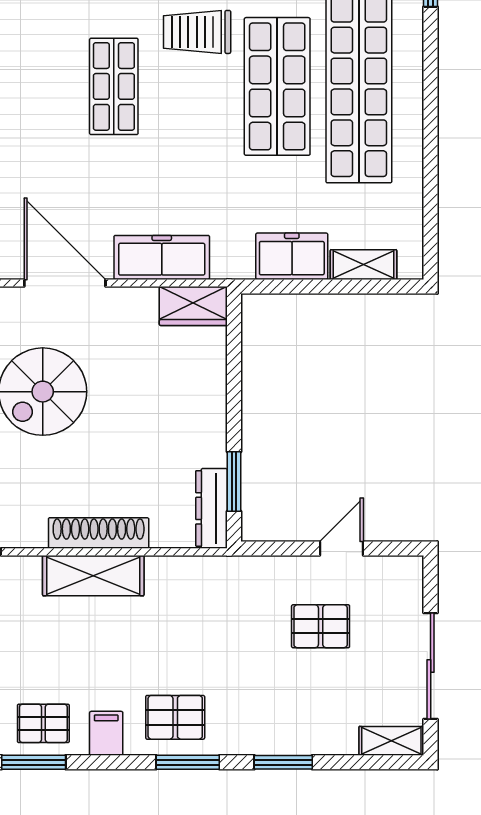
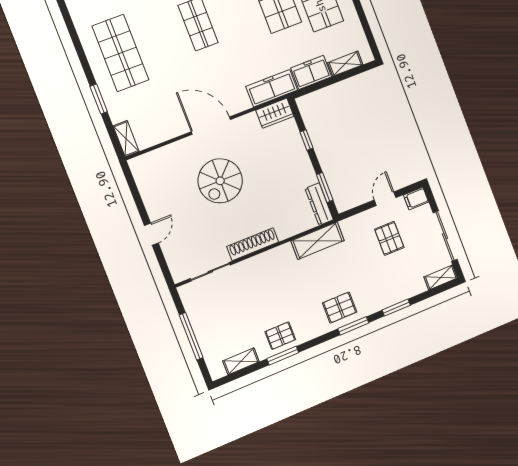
freezer: (162, 257) -> (272, 88), moved
window: (234, 379) -> (307, 140), added
shoe rack: (99, 533) -> (253, 244), moved
shelving: (93, 576) -> (318, 241), moved
pallet: (321, 626) -> (389, 238), turned 90
filing cabinet: (106, 733) -> (416, 199), moved, turned -90

